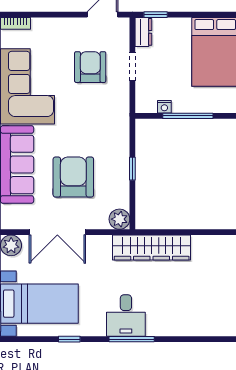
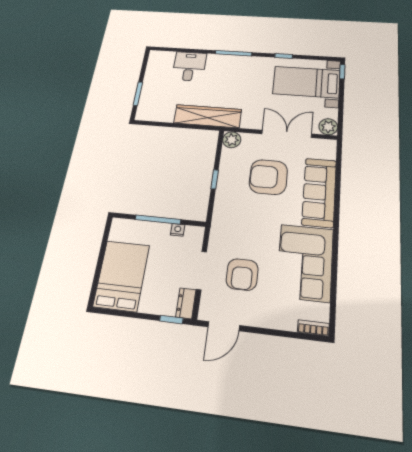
doorway: (132, 66) -> (201, 271), width x1.38
armchair: (73, 177) -> (268, 177), turned 90
desk: (126, 316) -> (189, 66), moved

